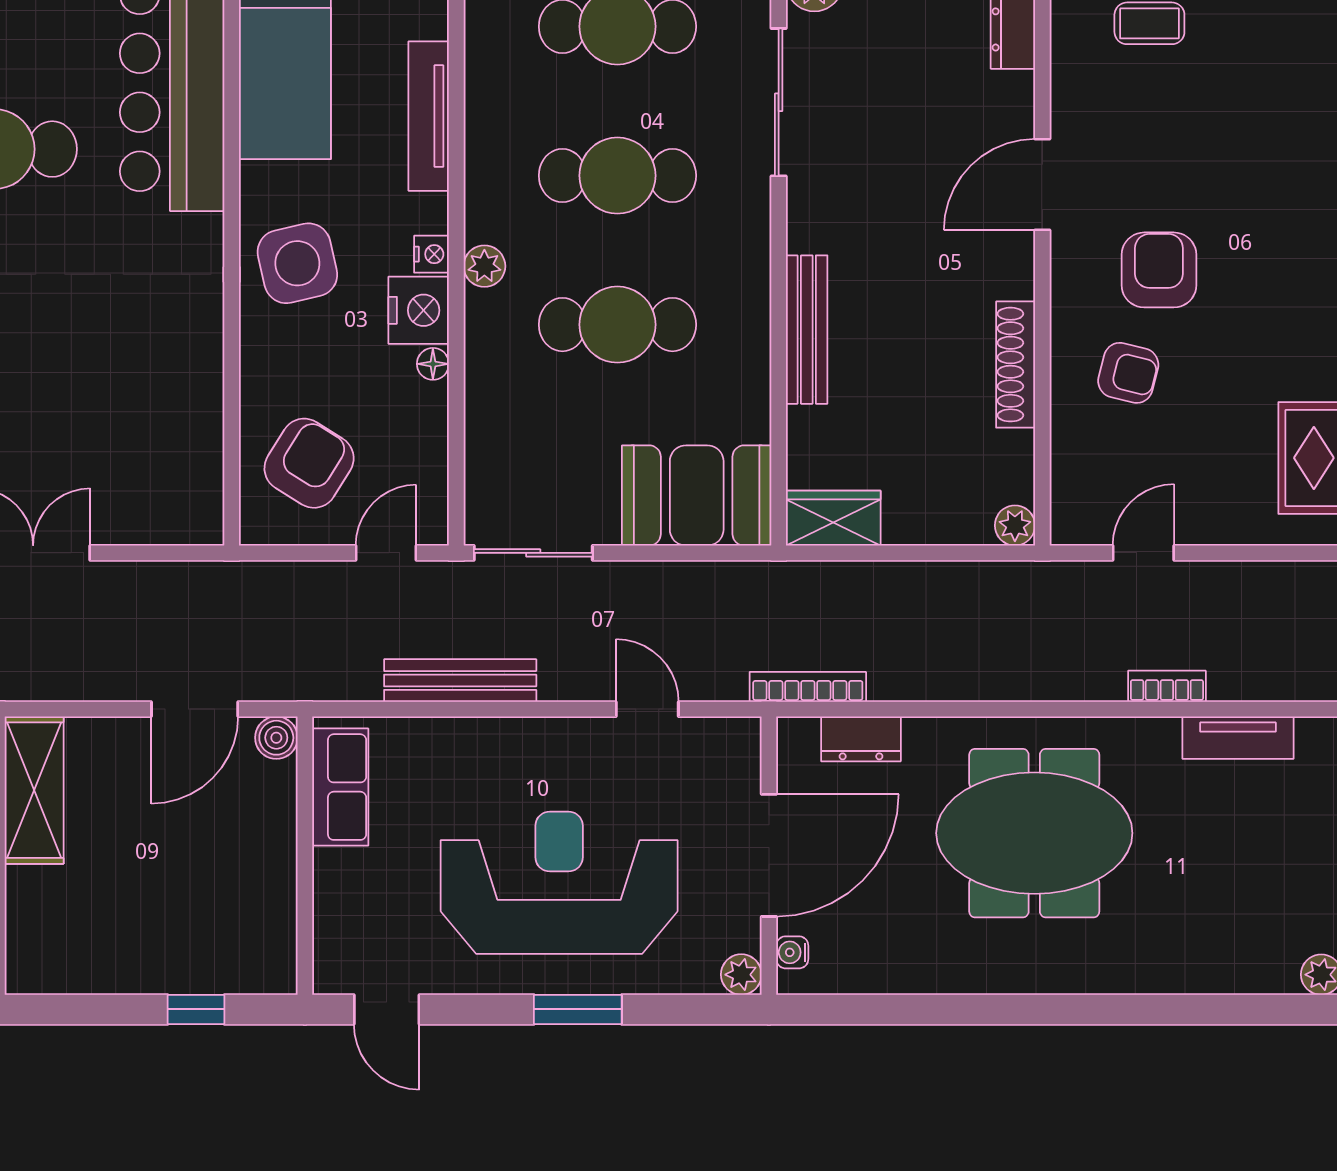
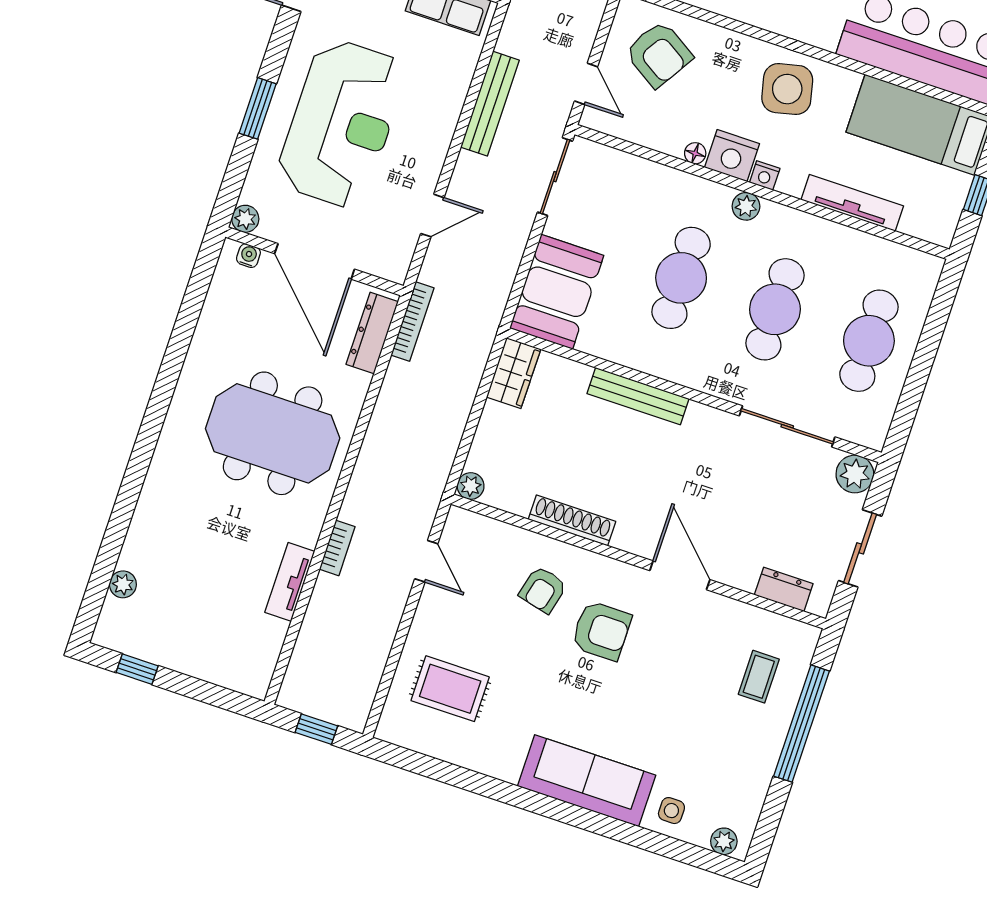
dresser: (861, 739) -> (372, 333), width x1.44
meeting table: (1034, 833) -> (273, 433), turned 90

